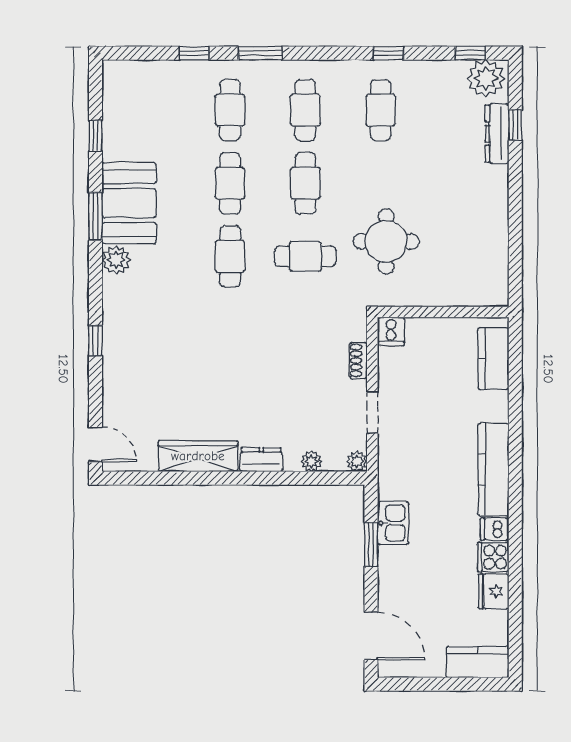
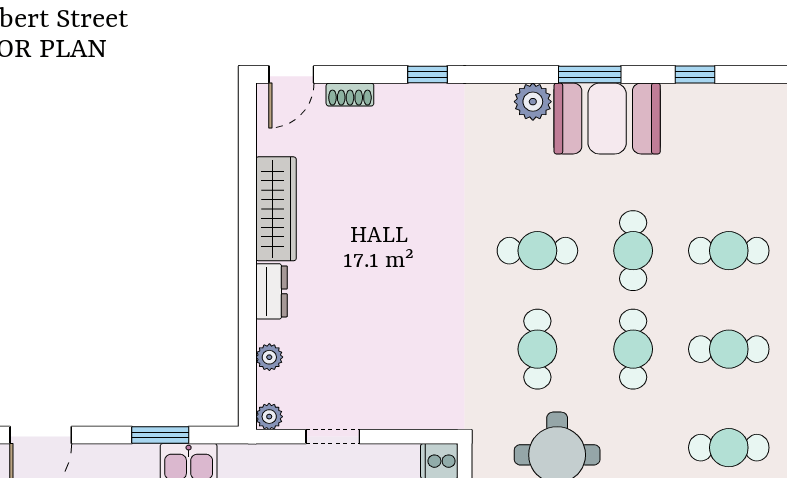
cafe table: (230, 183) -> (633, 251), turned 90
cafe table: (305, 183) -> (633, 349), turned 90
shoe rack: (358, 360) -> (350, 95), moved, turned 180

